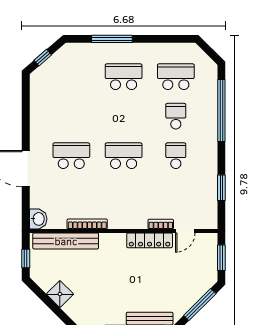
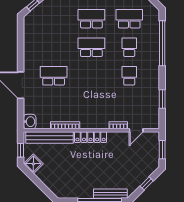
school desk: (124, 156) -> (91, 47), moved
locker: (150, 240) -> (91, 137), moved
shower: (60, 294) -> (33, 164), moved
window: (200, 304) -> (147, 183), width x0.46

